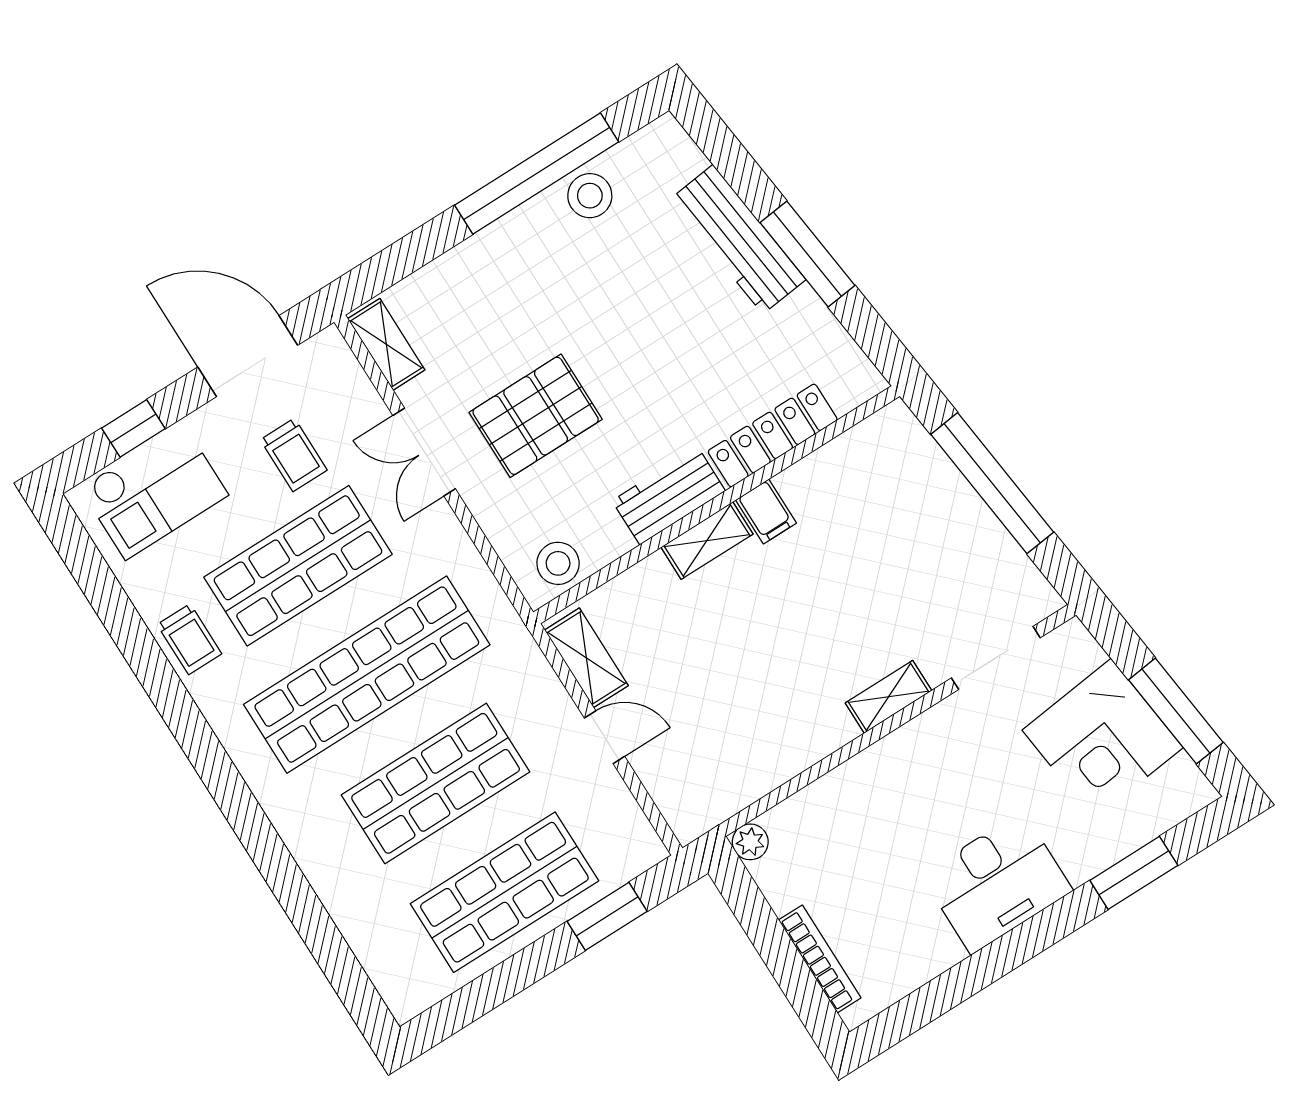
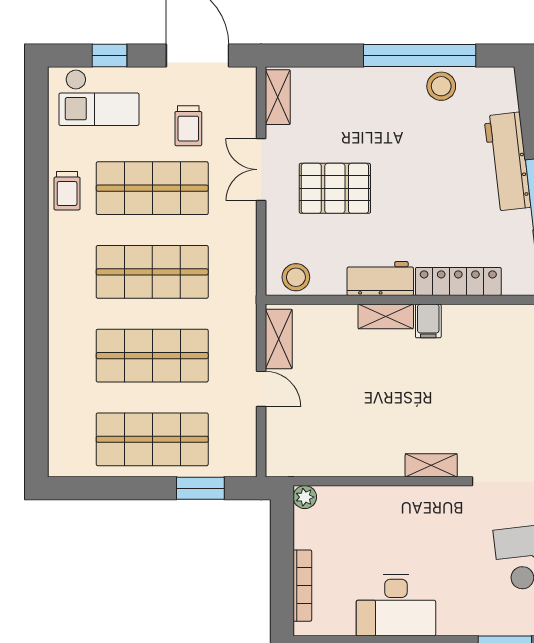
shop shelf: (367, 675) -> (152, 272), width x0.71
desk: (997, 883) -> (396, 605), moved

